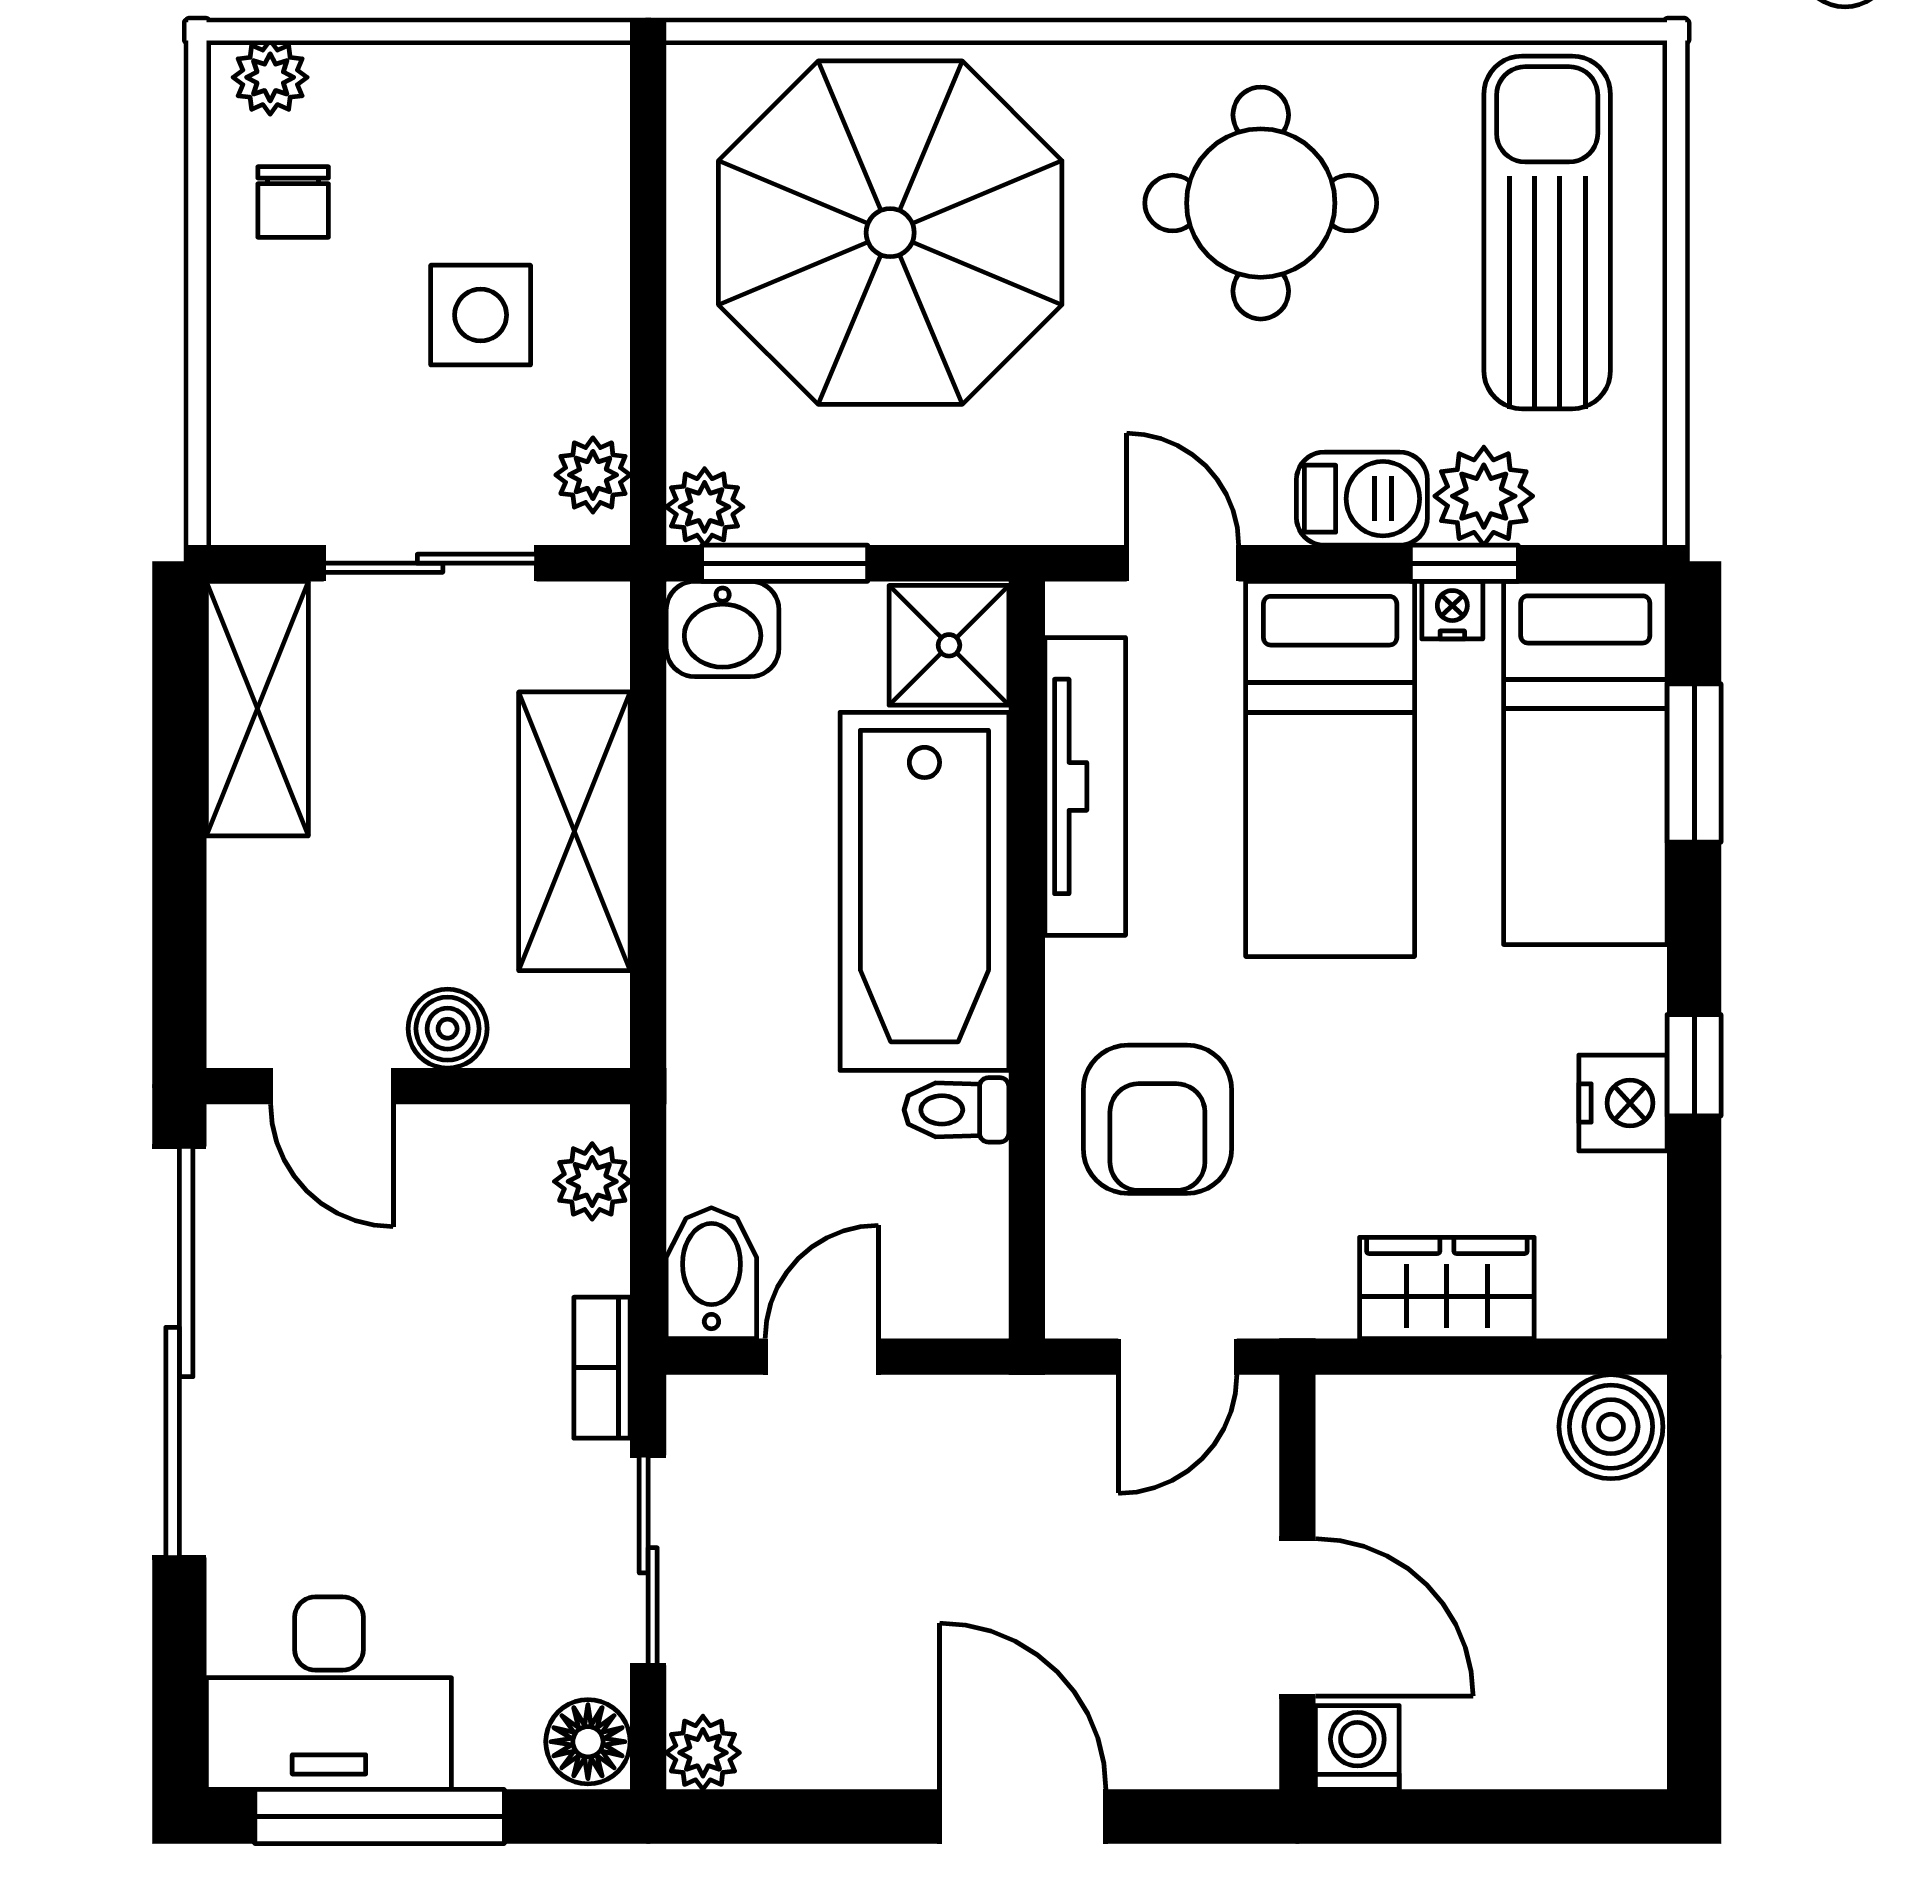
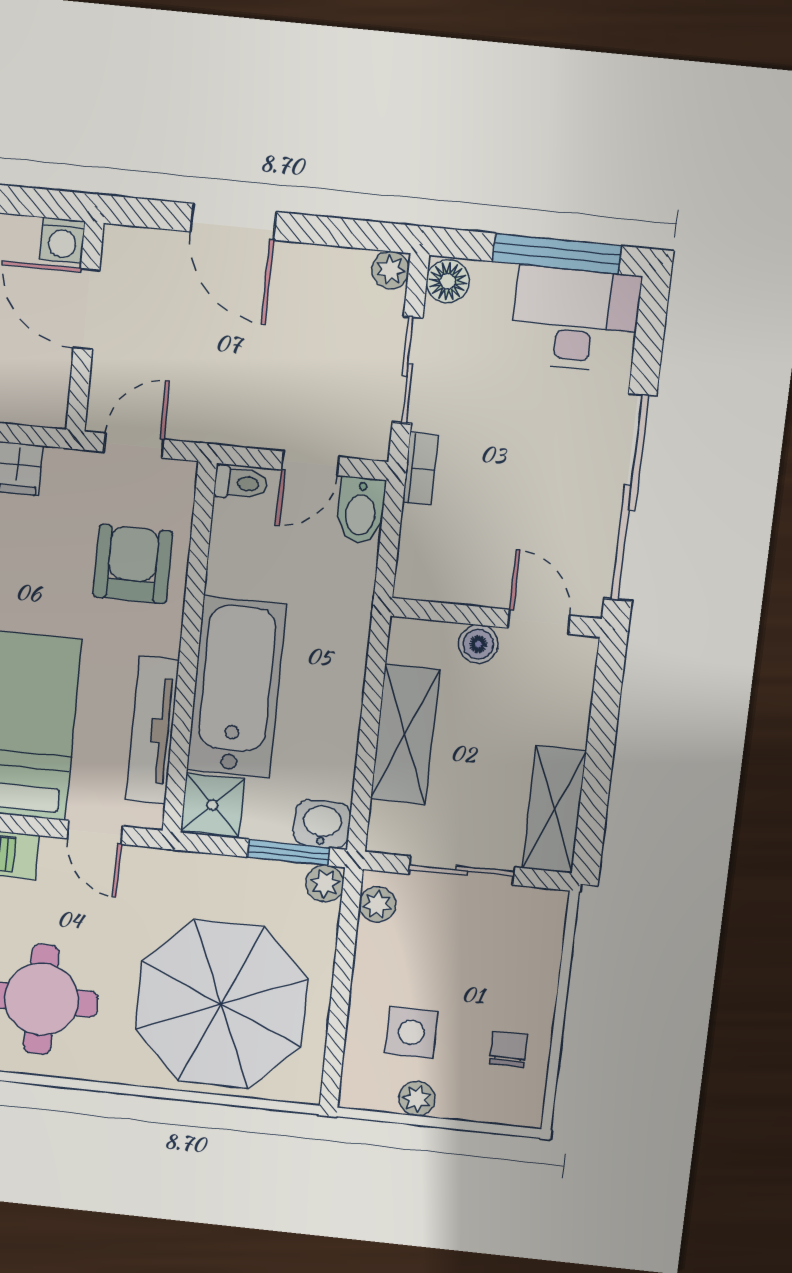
plant: (270, 77) -> (417, 1099), moved
side table: (481, 315) -> (411, 1032), moved
toilet: (956, 1110) -> (241, 483), moved
plant: (592, 1181) -> (415, 562), removed

